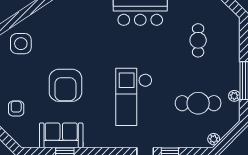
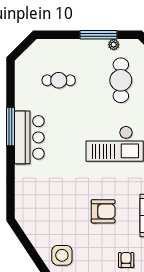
armchair: (65, 85) -> (103, 211), width x0.73, depth x0.73
armchair: (16, 108) -> (126, 260), turned 90

